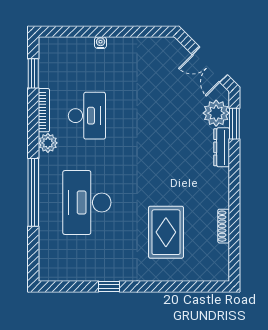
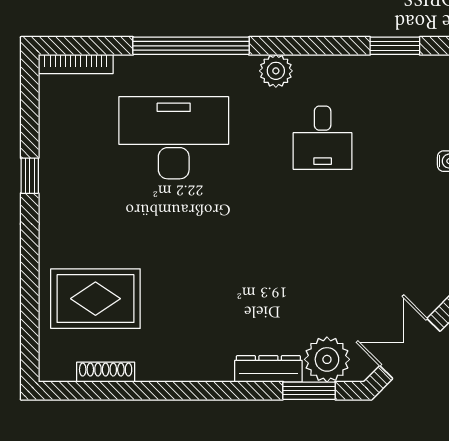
bookcase: (44, 110) -> (76, 64), moved
desk: (87, 116) -> (323, 138), width x0.73
shoe rack: (224, 226) -> (106, 372), moved
rug: (166, 232) -> (95, 299), moved

